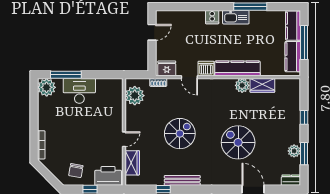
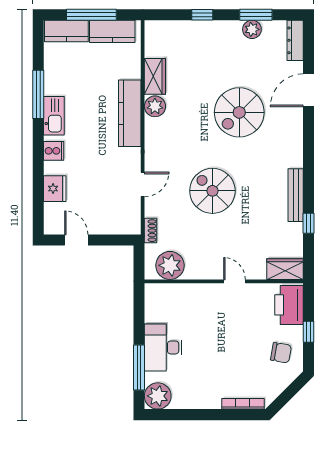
fridge: (167, 68) -> (55, 189), moved, turned 180
dishwasher: (206, 69) -> (130, 160), removed
spiral stairs: (180, 134) -> (212, 191), moved
wardrobe: (132, 163) -> (285, 269), moved
dresser: (291, 180) -> (295, 40), width x1.44

